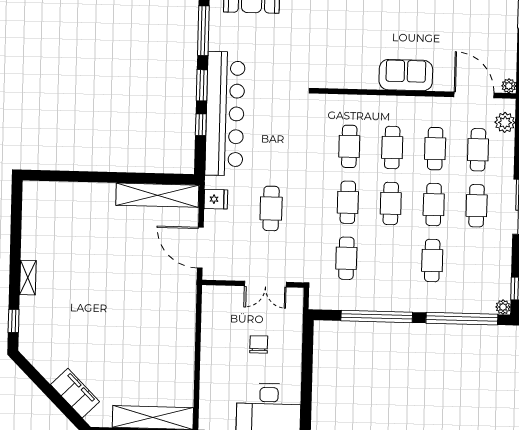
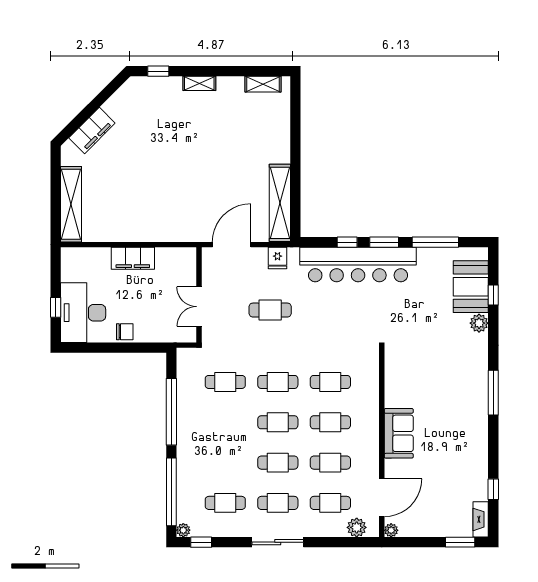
shelving: (30, 210) -> (263, 84), added
cafe table: (432, 260) -> (225, 503), moved
chair: (259, 344) -> (125, 332), moved
filing cabinet: (212, 353) -> (133, 258), added

